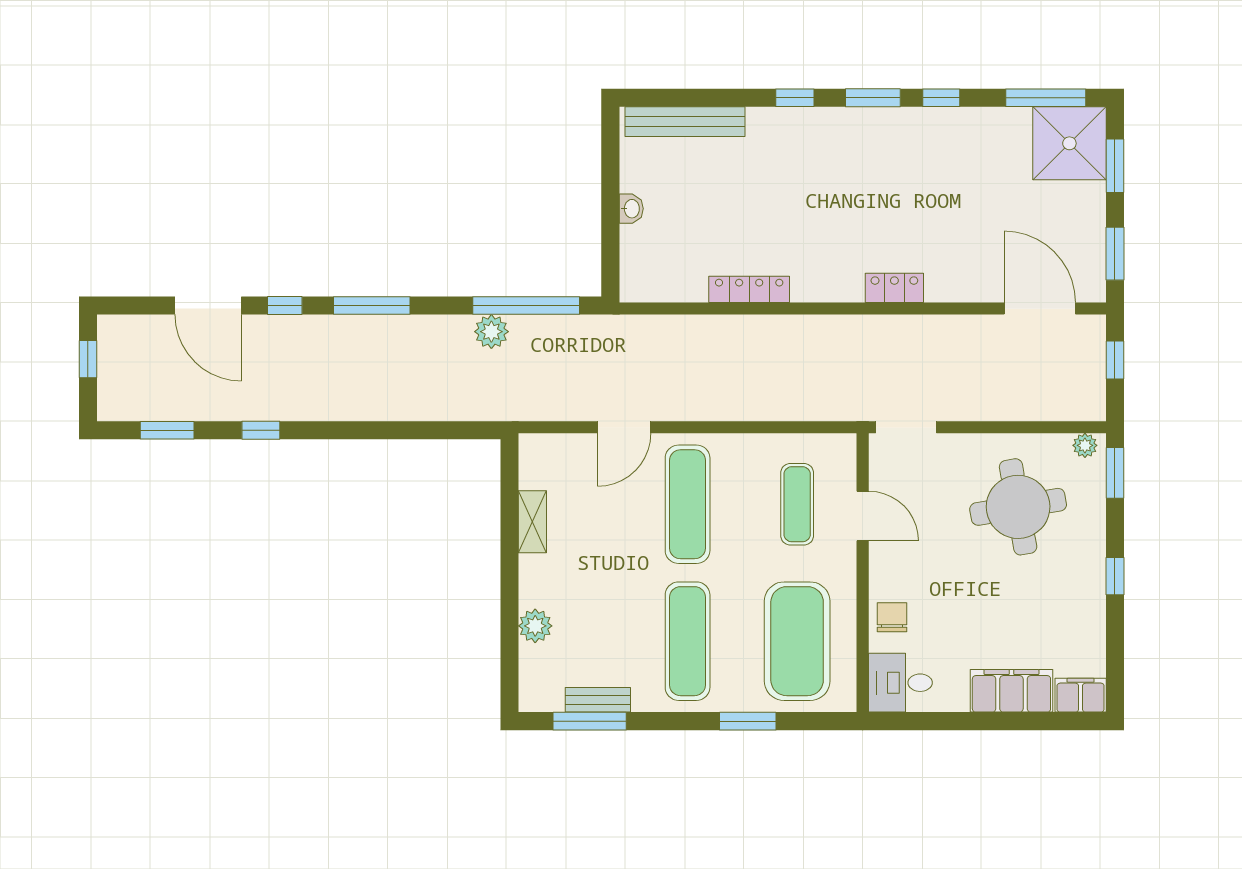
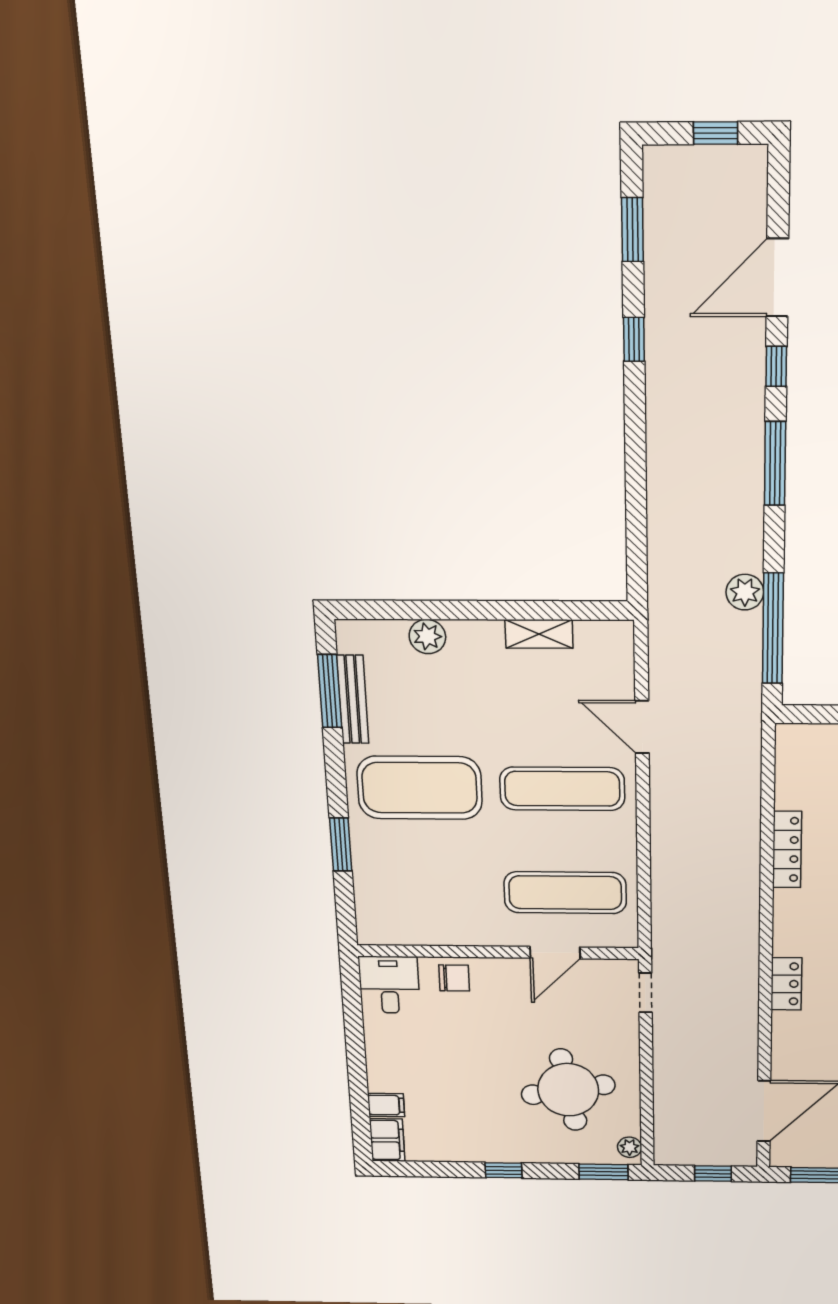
doorway: (906, 427) -> (645, 993), width x0.73
exercise mat: (797, 504) -> (565, 893), width x1.36, depth x1.45
exercise mat: (688, 641) -> (420, 788), width x1.47
exercise mat: (797, 641) -> (425, 891), removed
filing cabinet: (1011, 691) -> (386, 1105), width x0.33, depth x0.86
bench: (598, 700) -> (353, 699), width x1.36

